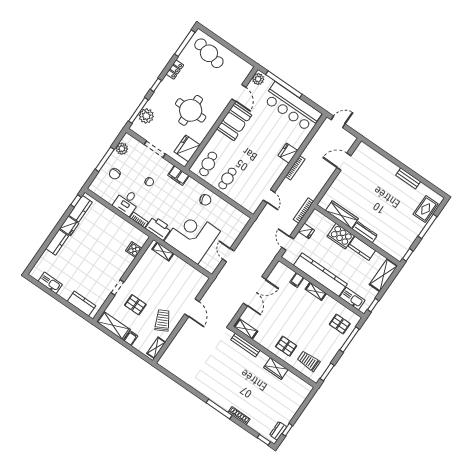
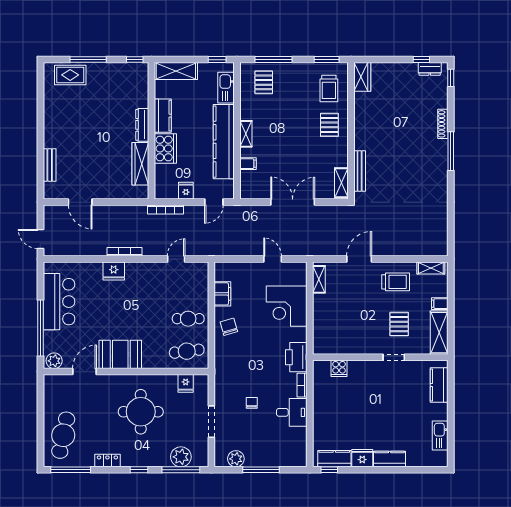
bar counter: (292, 107) -> (59, 302), width x0.73
fridge: (187, 148) -> (186, 383), width x0.53, depth x0.75
chair: (115, 174) -> (269, 448), removed
filing cabinet: (178, 175) -> (222, 294), moved
bench: (408, 178) -> (50, 165), moved
corner desk: (192, 236) -> (287, 306), width x0.74, depth x0.74
shelving: (163, 251) -> (319, 279), moved
door: (228, 255) -> (273, 259), swing flipped
trolley: (163, 320) -> (396, 282), turned -152
wardrobe: (276, 368) -> (362, 77), moved

